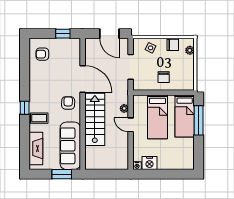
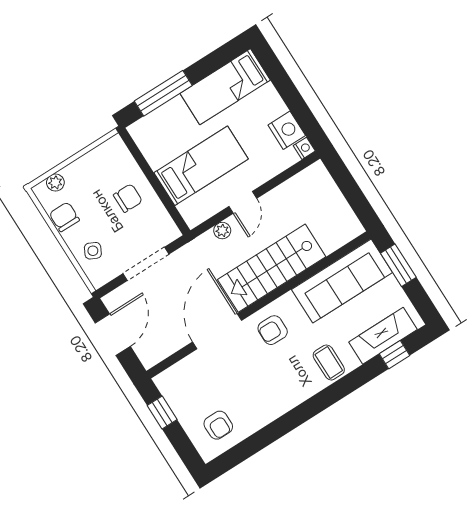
window: (25, 108) -> (395, 355), moved
bed: (185, 116) -> (225, 87), moved, turned 180

